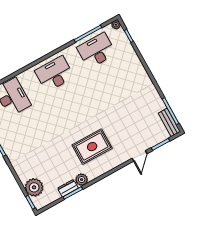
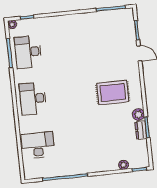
bench: (169, 122) -> (120, 14), removed
rug: (92, 147) -> (113, 93), turned 90
plant: (34, 187) -> (124, 165), width x0.53, depth x0.53

